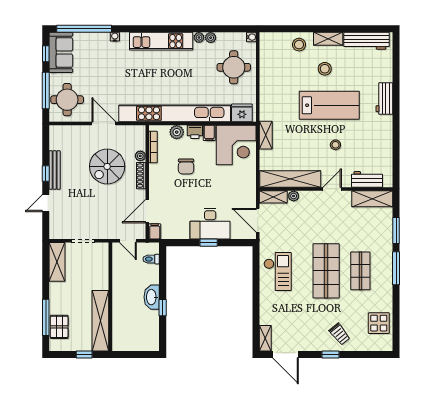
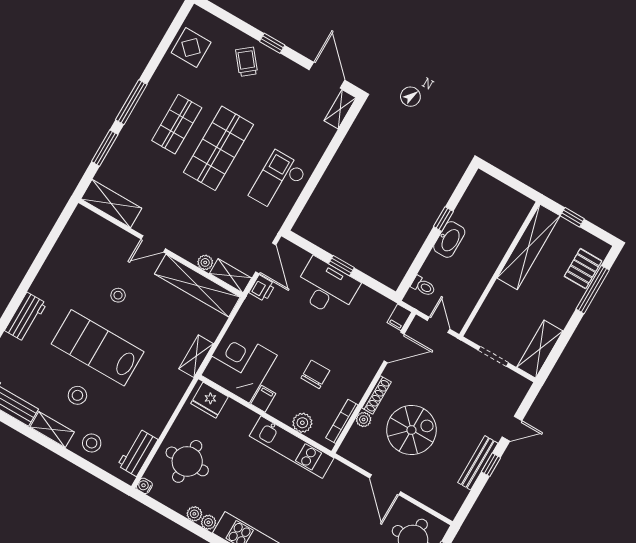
kitchen unit: (175, 113) -> (292, 447), width x0.54
printer: (195, 132) -> (262, 288), moved, turned 90
workbench: (367, 179) -> (138, 452), moved, turned 90

